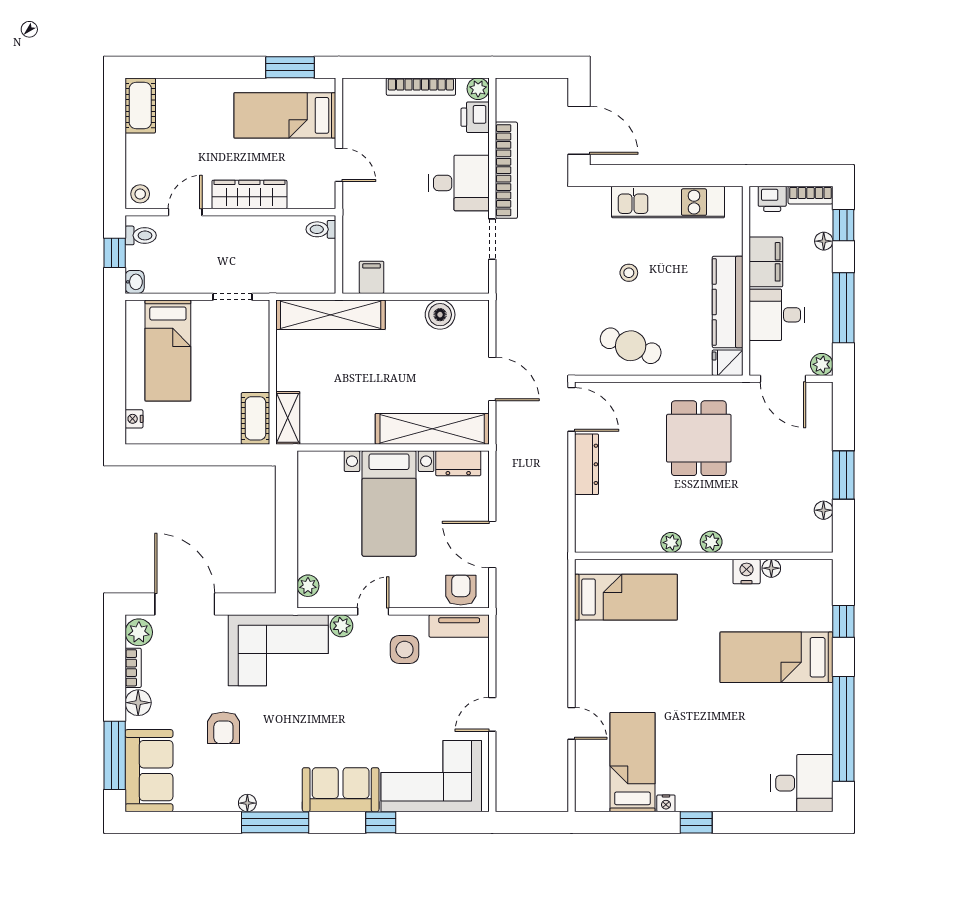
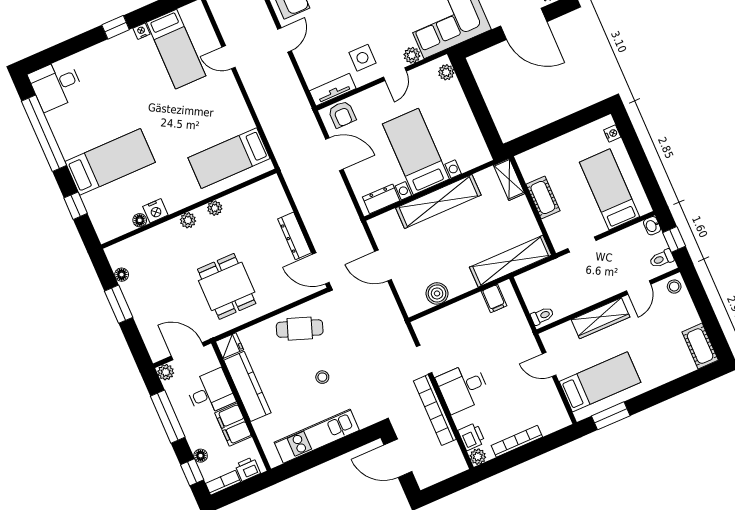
cot: (255, 418) -> (543, 197), moved
shelving: (432, 429) -> (438, 201), moved

